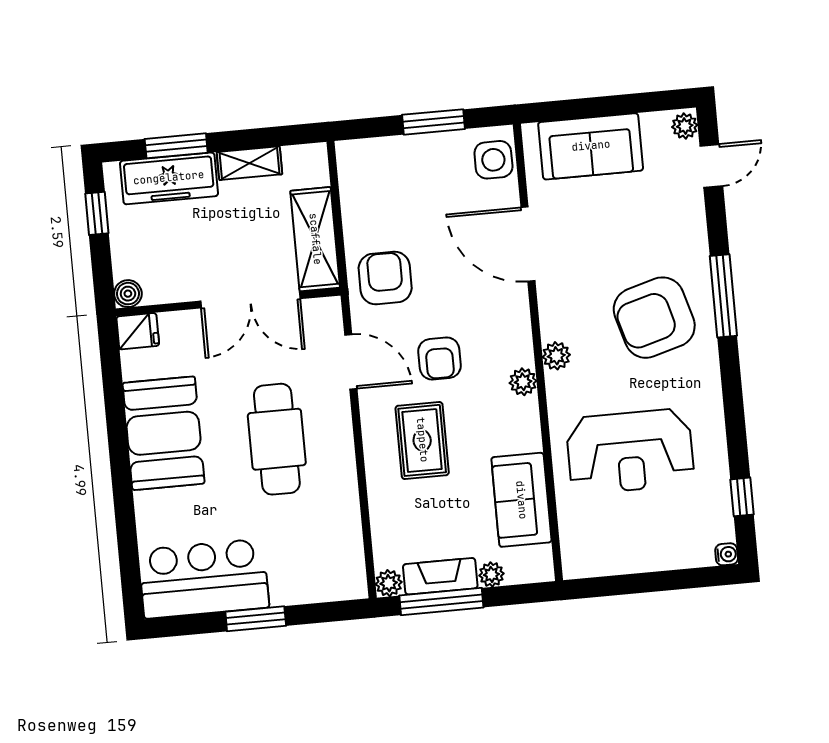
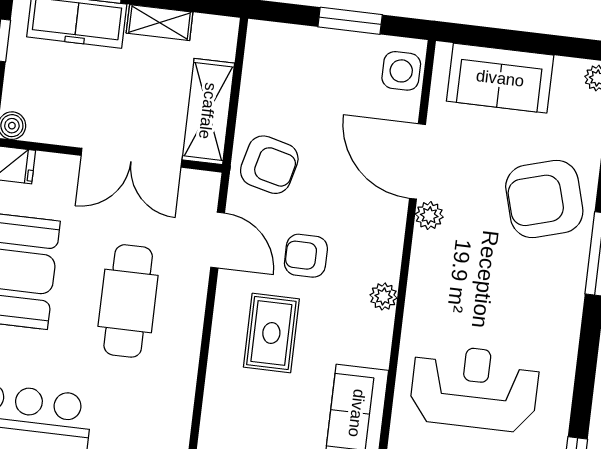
armchair: (385, 278) -> (269, 165), turned 104
armchair: (654, 318) -> (544, 199), moved
plant: (556, 356) -> (429, 215), moved
armchair: (440, 358) -> (306, 256), turned 90
reception desk: (630, 451) -> (475, 388), turned 180

